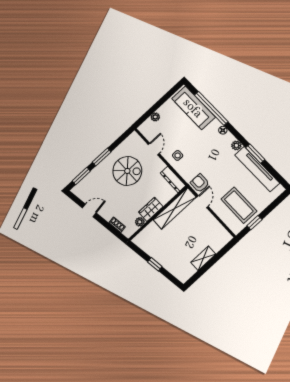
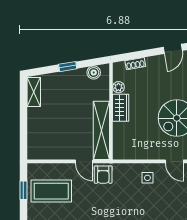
dresser: (173, 179) -> (129, 153), removed
armchair: (200, 183) -> (103, 175), turned 90
boiler: (144, 245) -> (94, 73), added
shelving: (203, 258) -> (34, 92), moved

